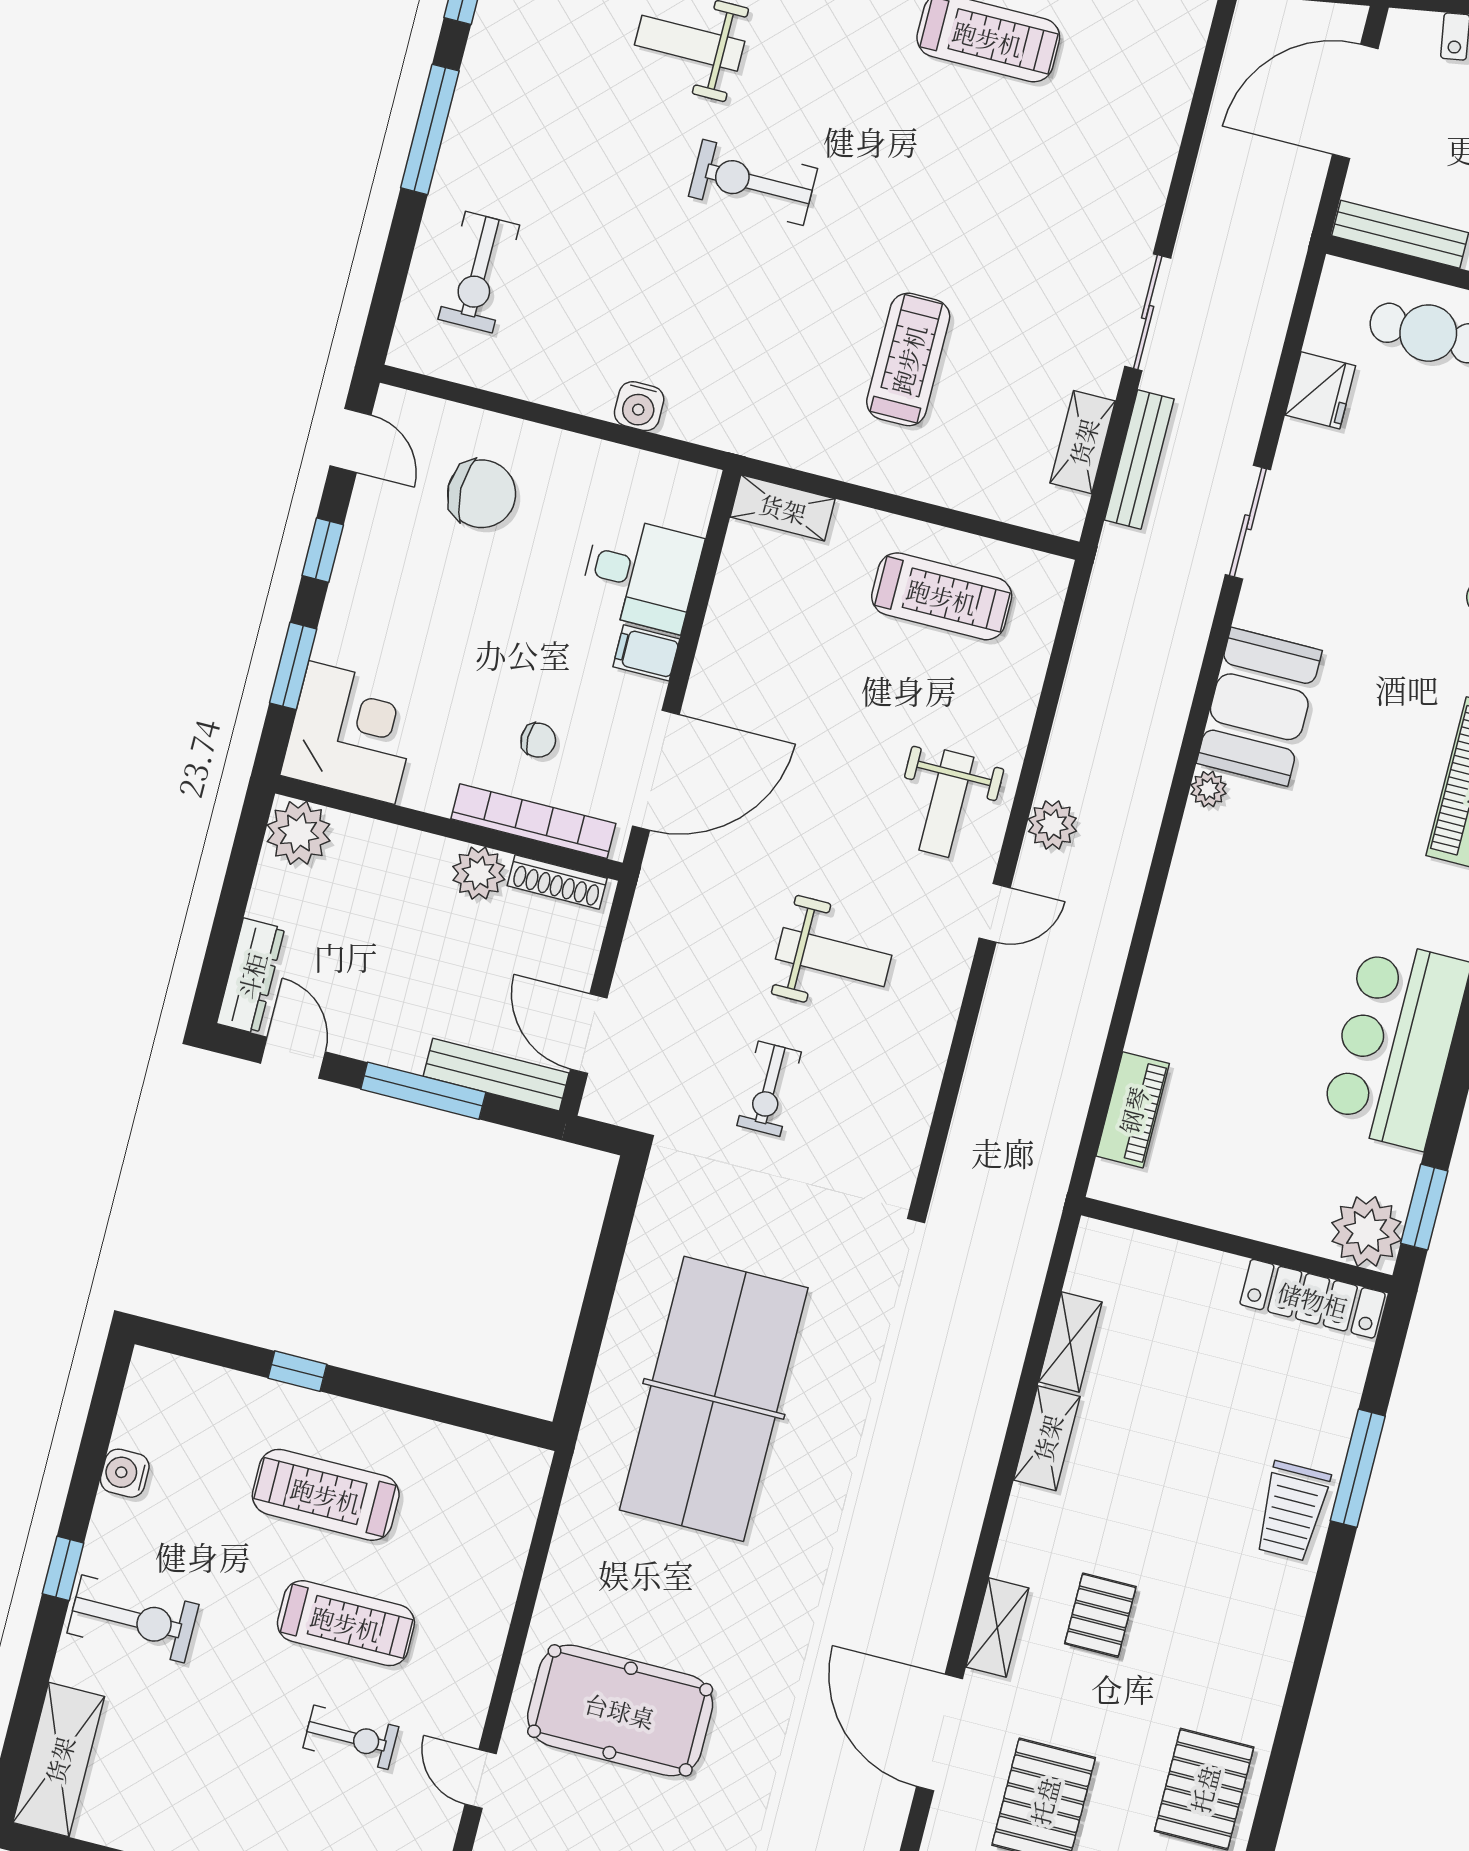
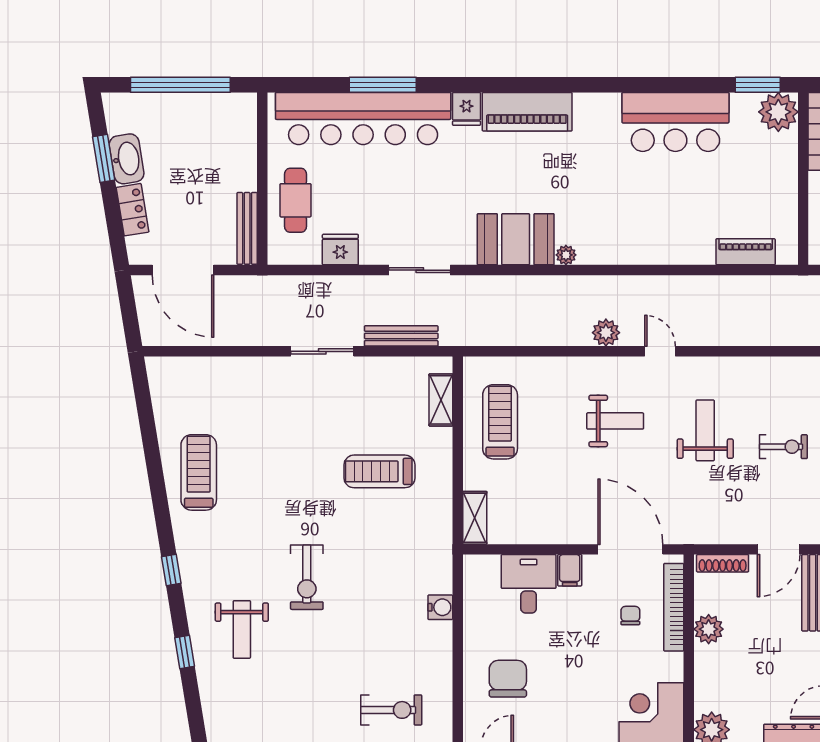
shelving: (1083, 442) -> (441, 400), moved, turned 90
weight bench: (946, 804) -> (615, 421), moved
shoe rack: (557, 882) -> (723, 563), moved, turned 90

